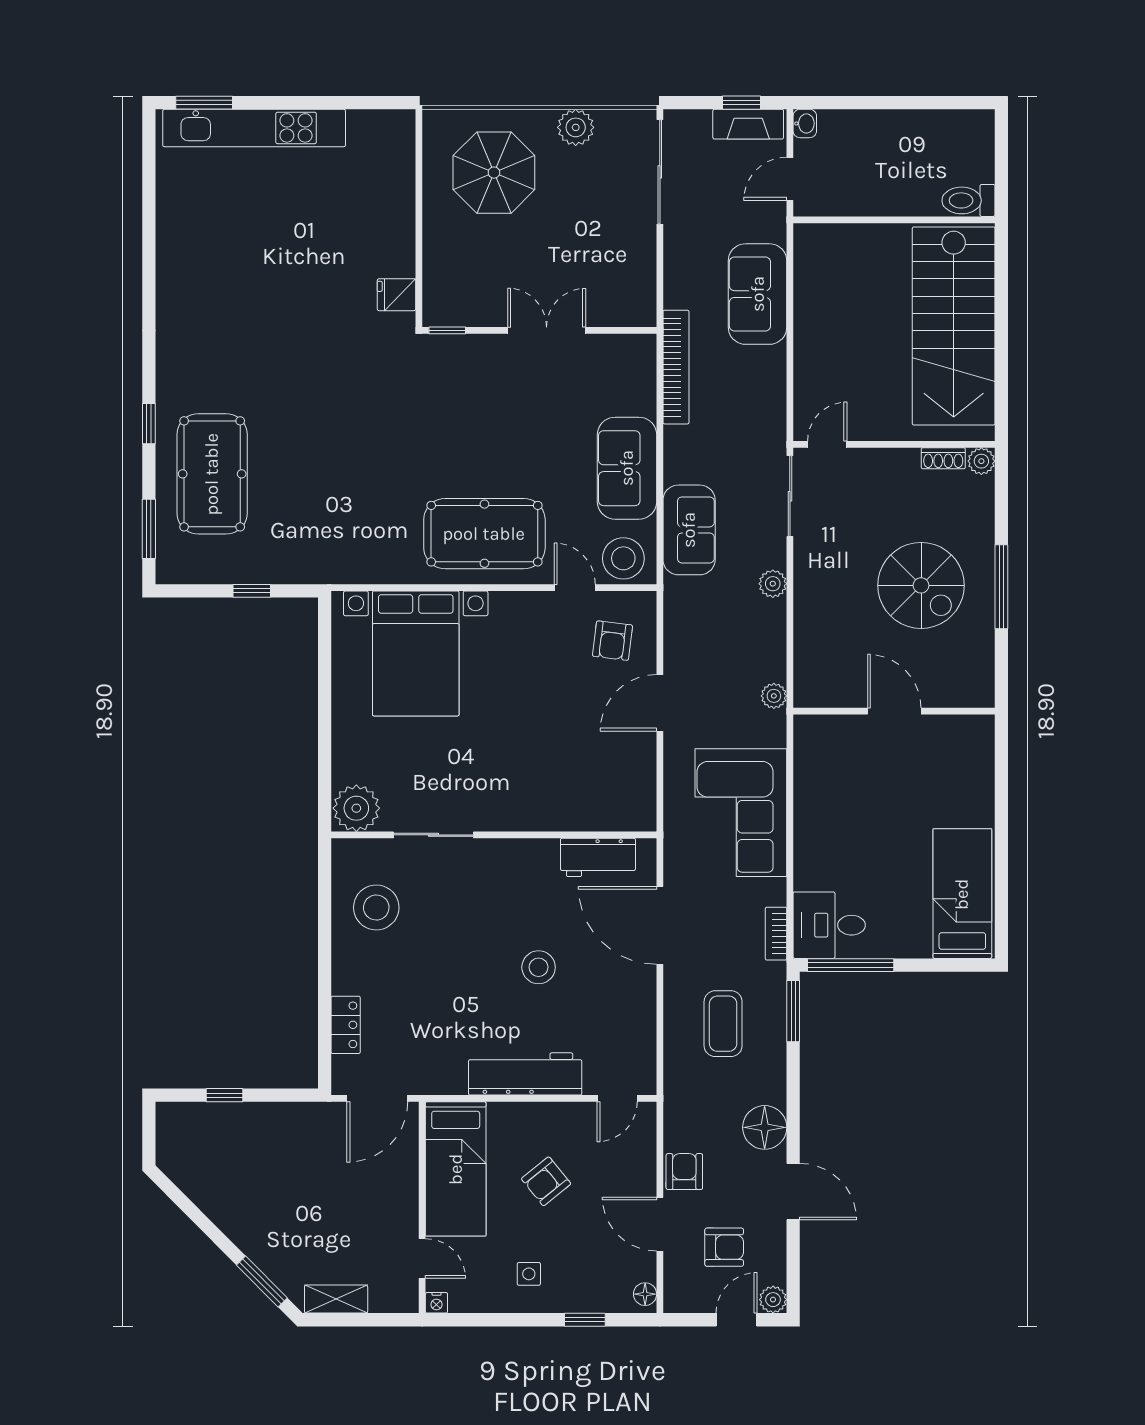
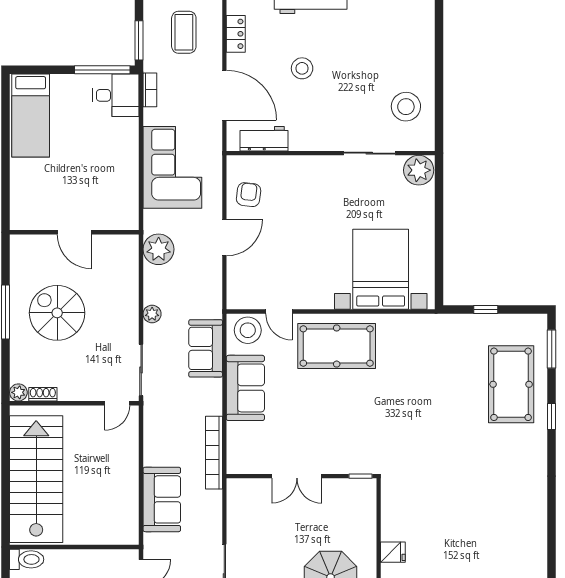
fridge: (397, 295) -> (393, 552), moved
armchair: (612, 641) -> (249, 195), moved
plant: (774, 696) -> (159, 249), width x1.87, depth x1.87
locker: (346, 1025) -> (236, 34), moved, turned 180

